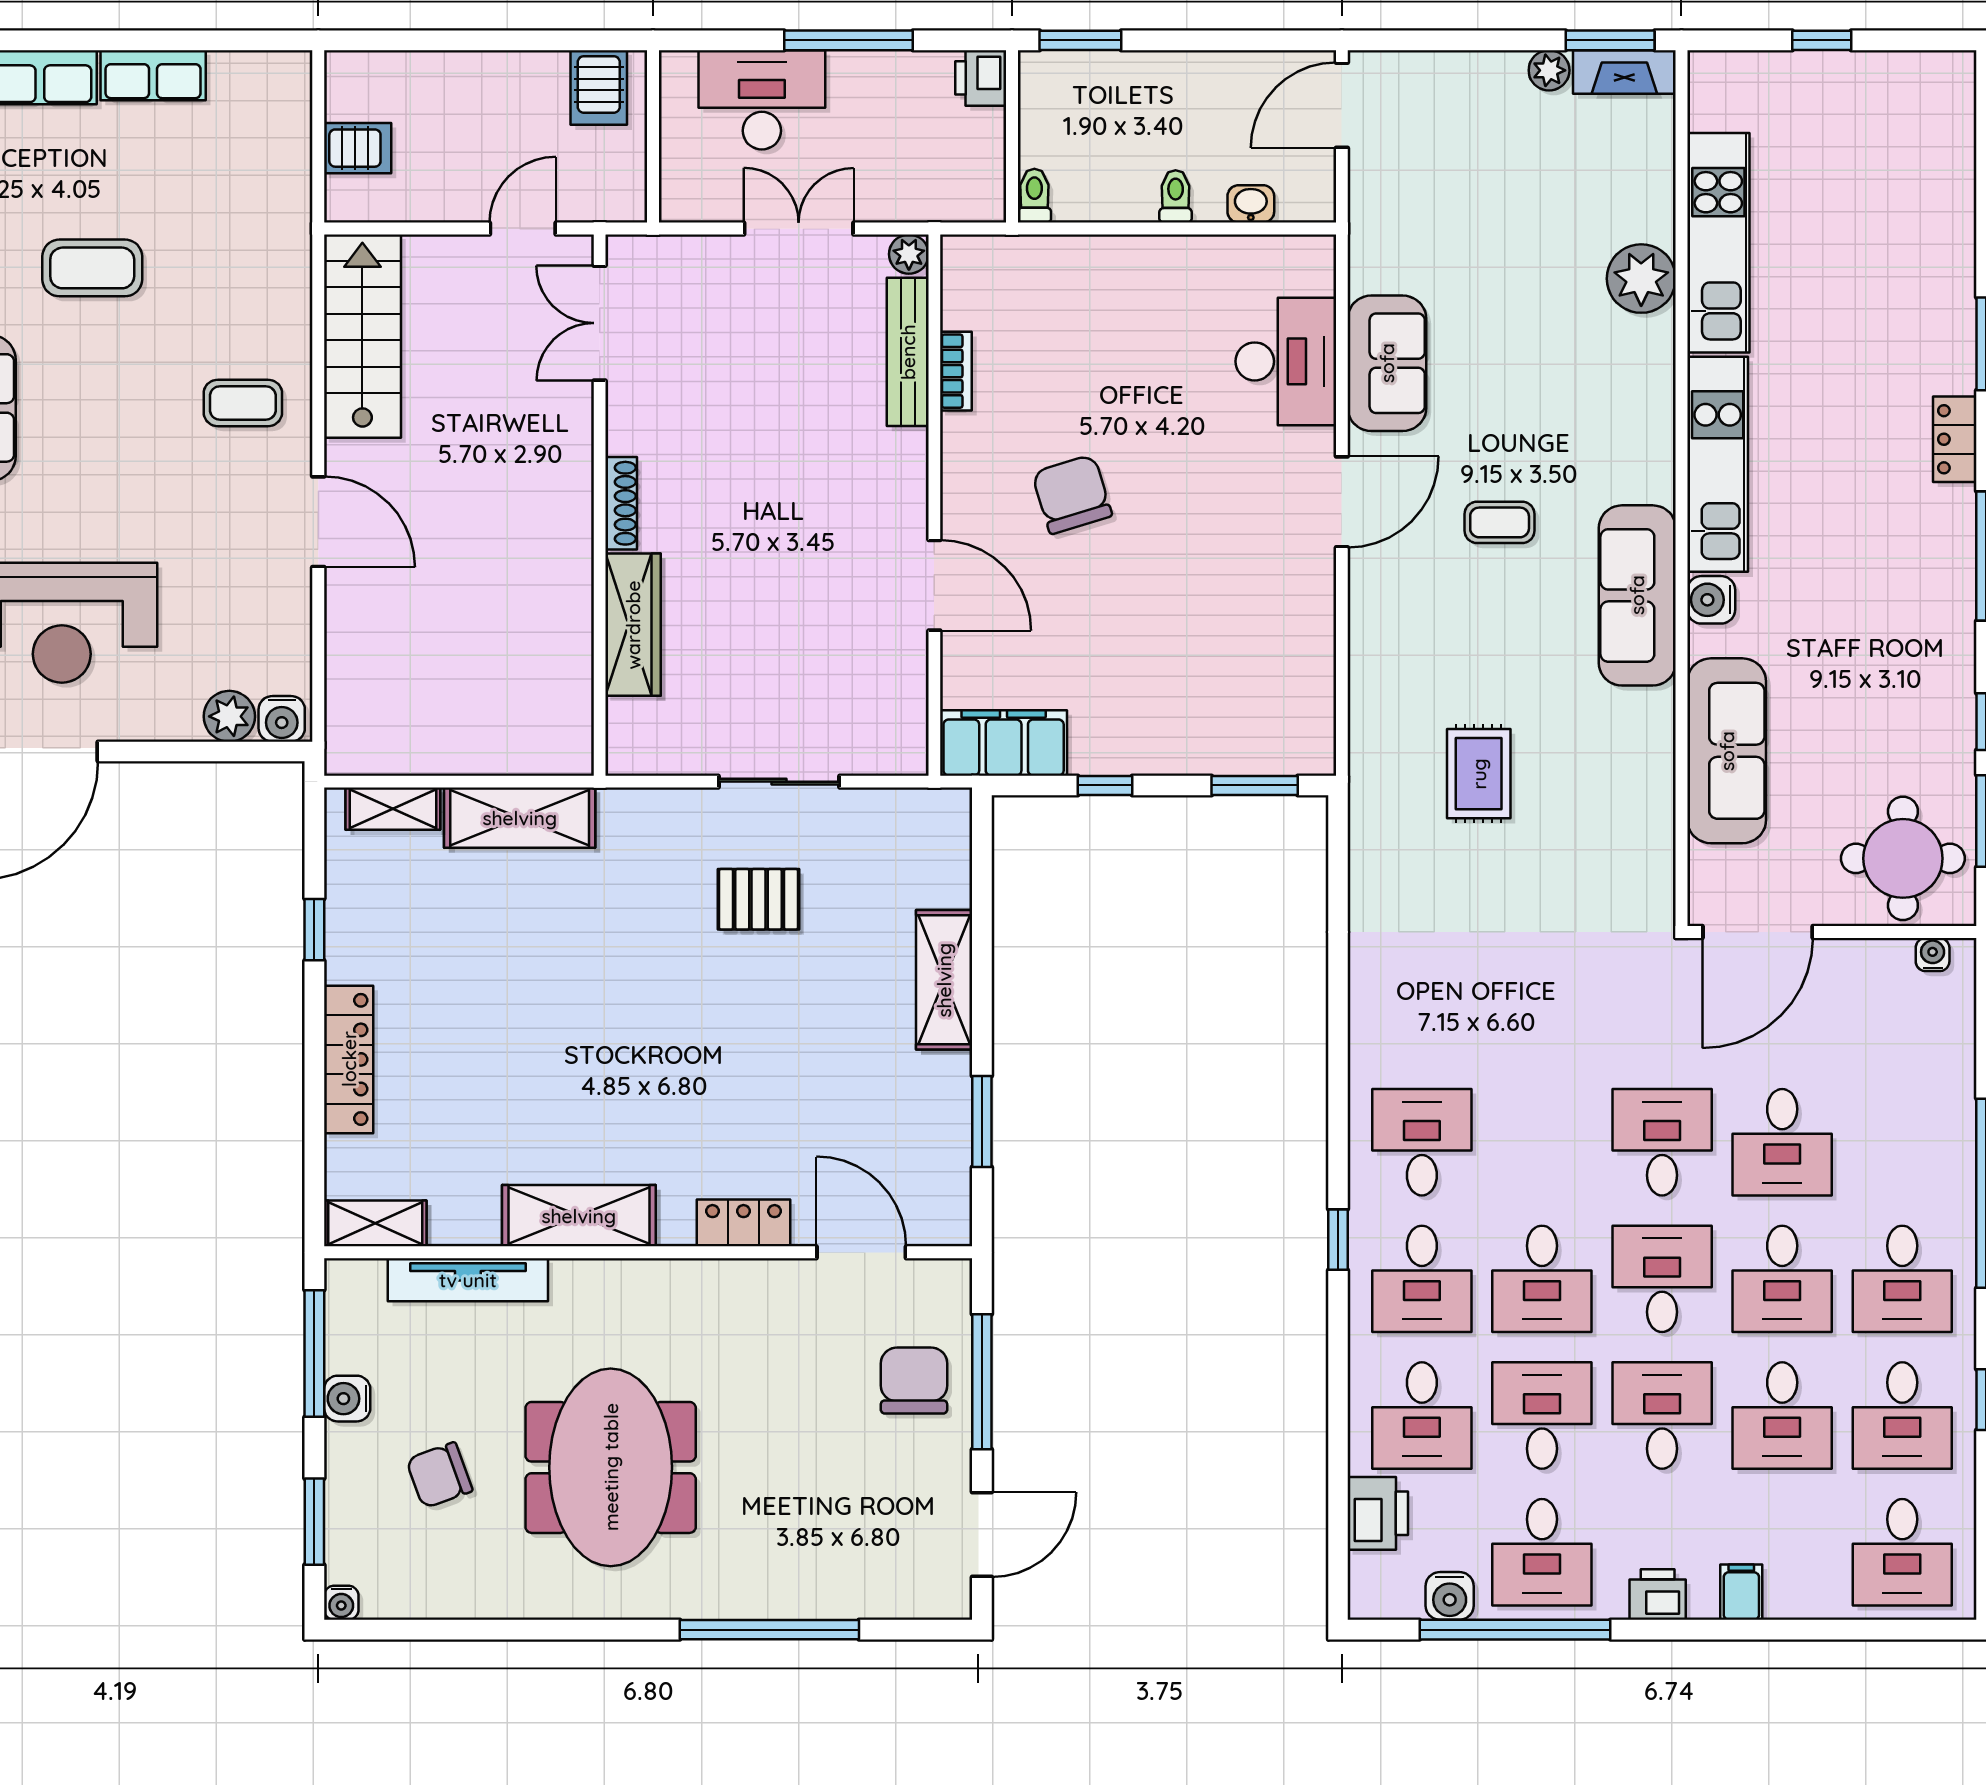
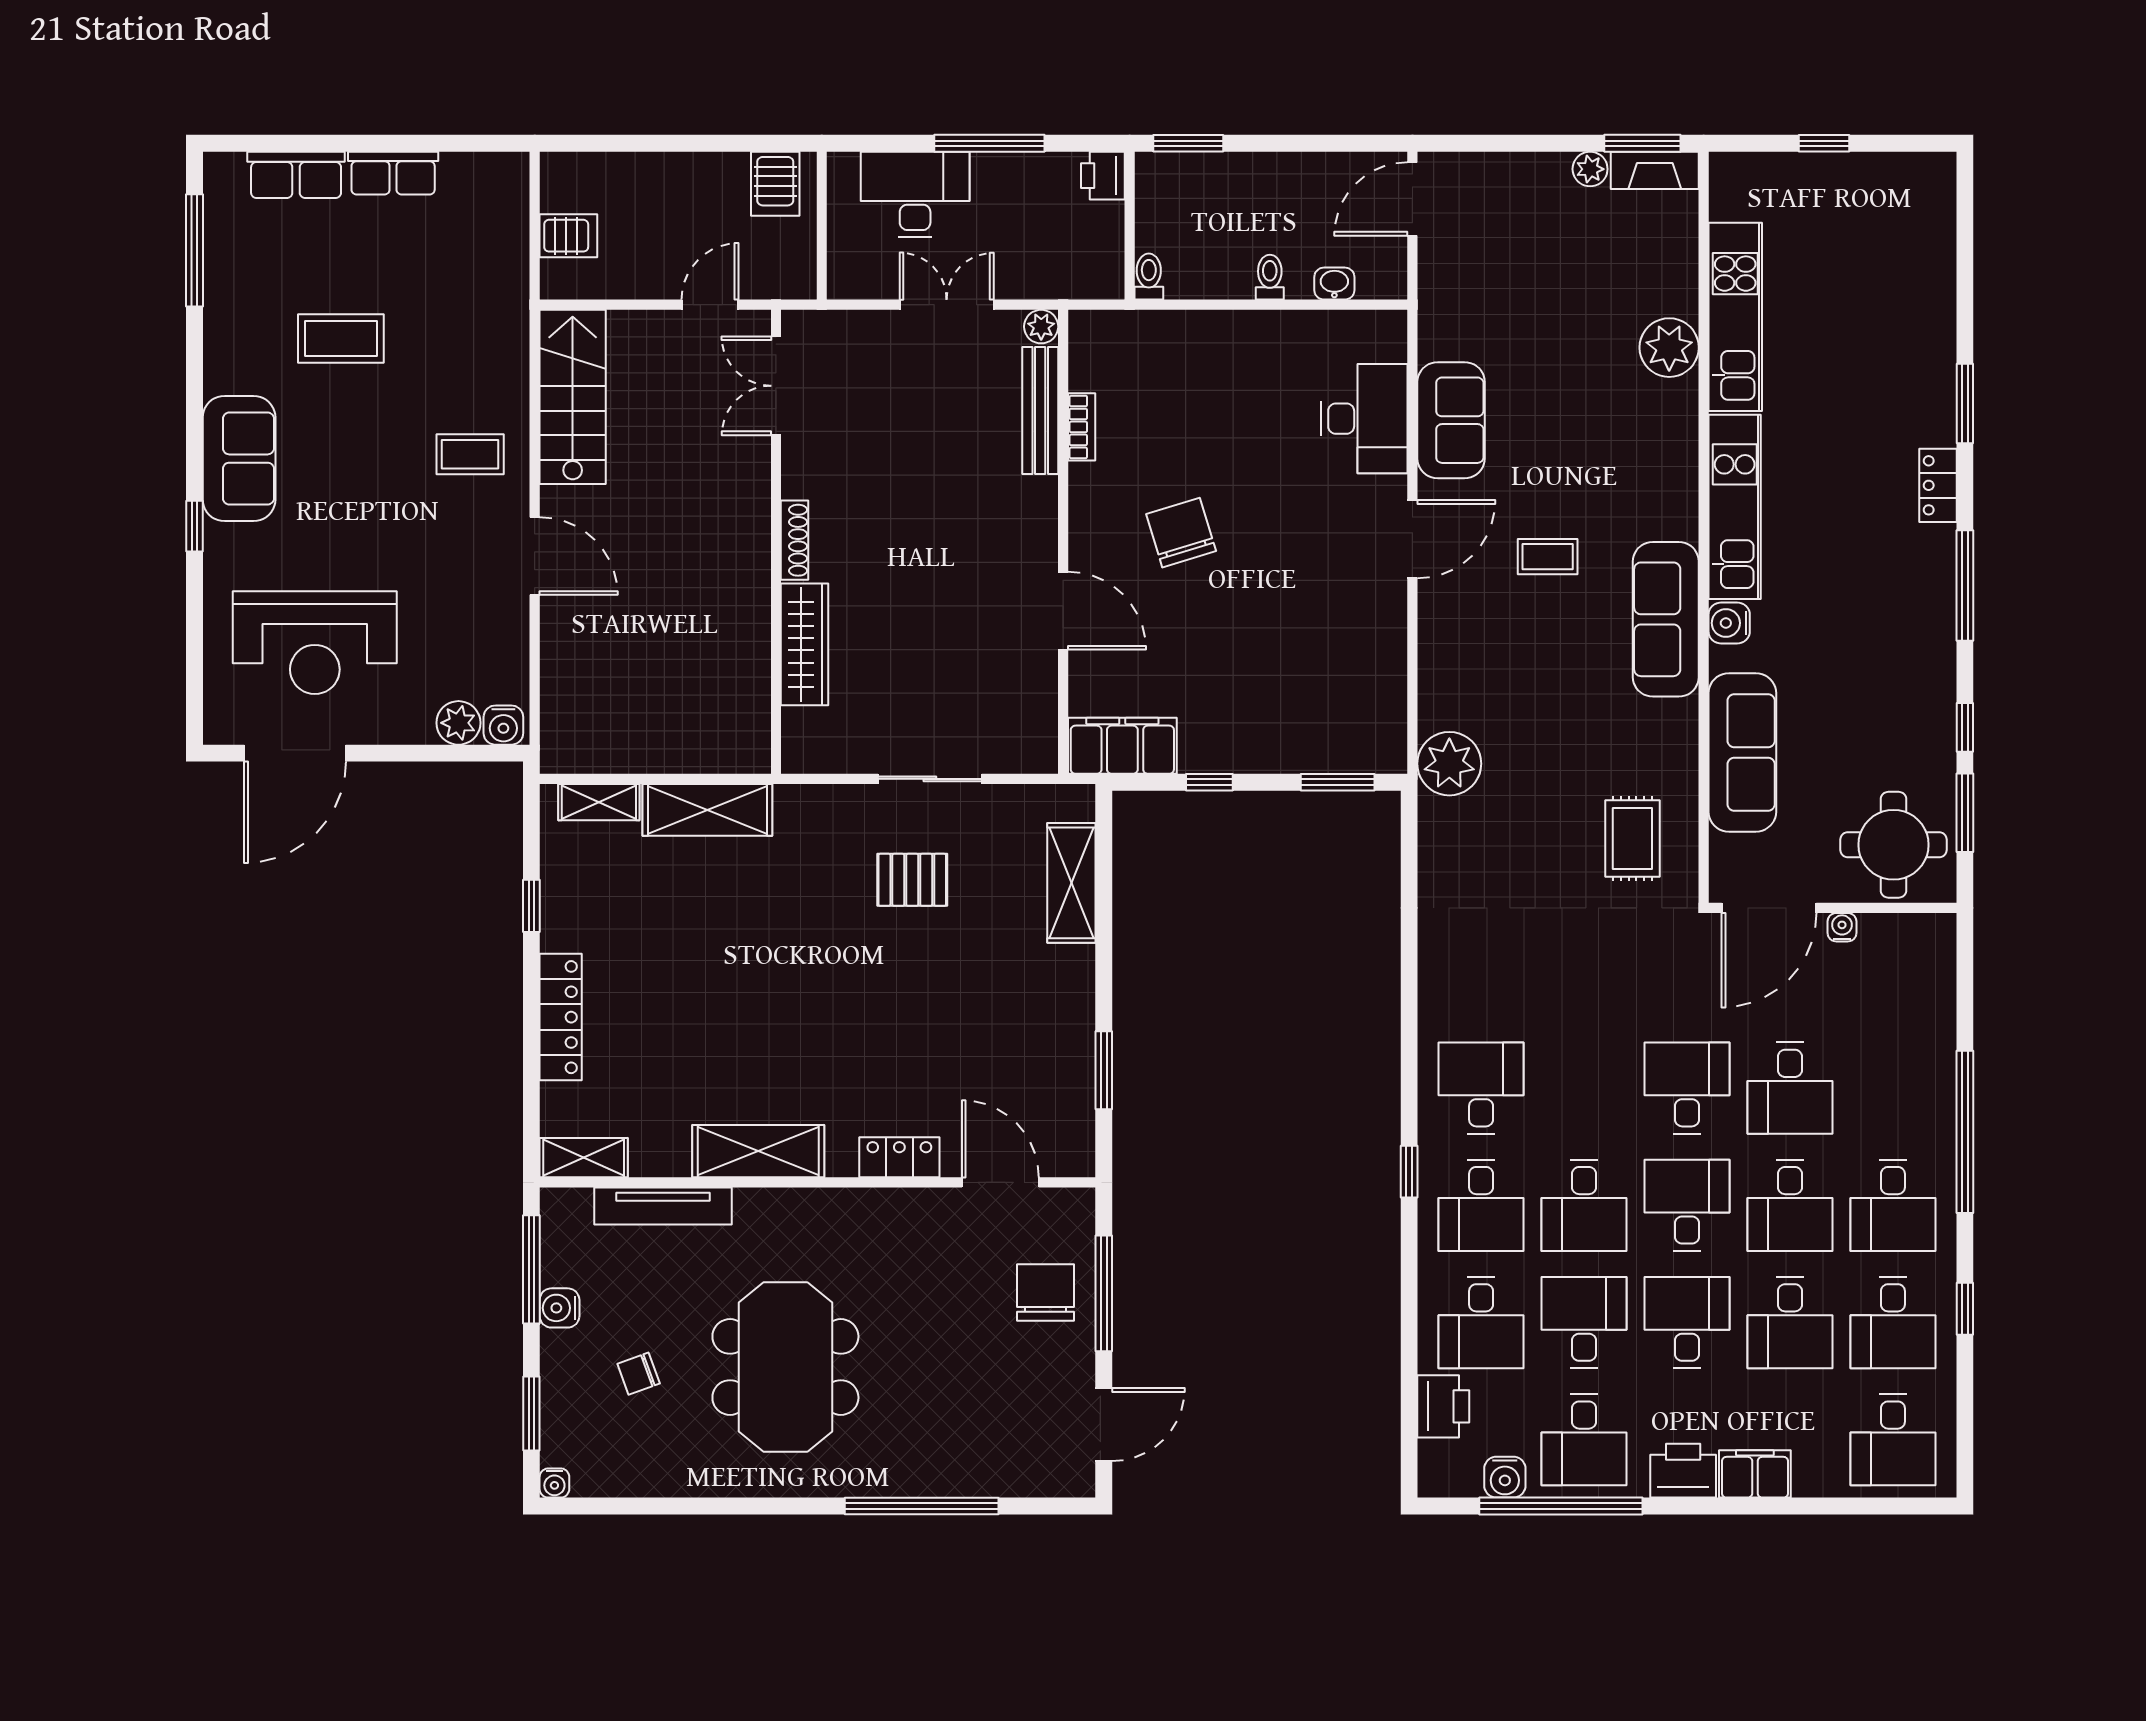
plant: (1385, 764) -> (1449, 764), added
rug: (1479, 774) -> (1632, 838), moved
water cooler: (1933, 955) -> (1842, 927), moved
shelving: (944, 980) -> (1071, 883), moved
chair: (439, 1475) -> (639, 1374), width x0.73, depth x0.73
filing cabinet: (1741, 1592) -> (1755, 1474), width x2.00
printer: (1658, 1595) -> (1683, 1471), width x1.36, depth x1.24

